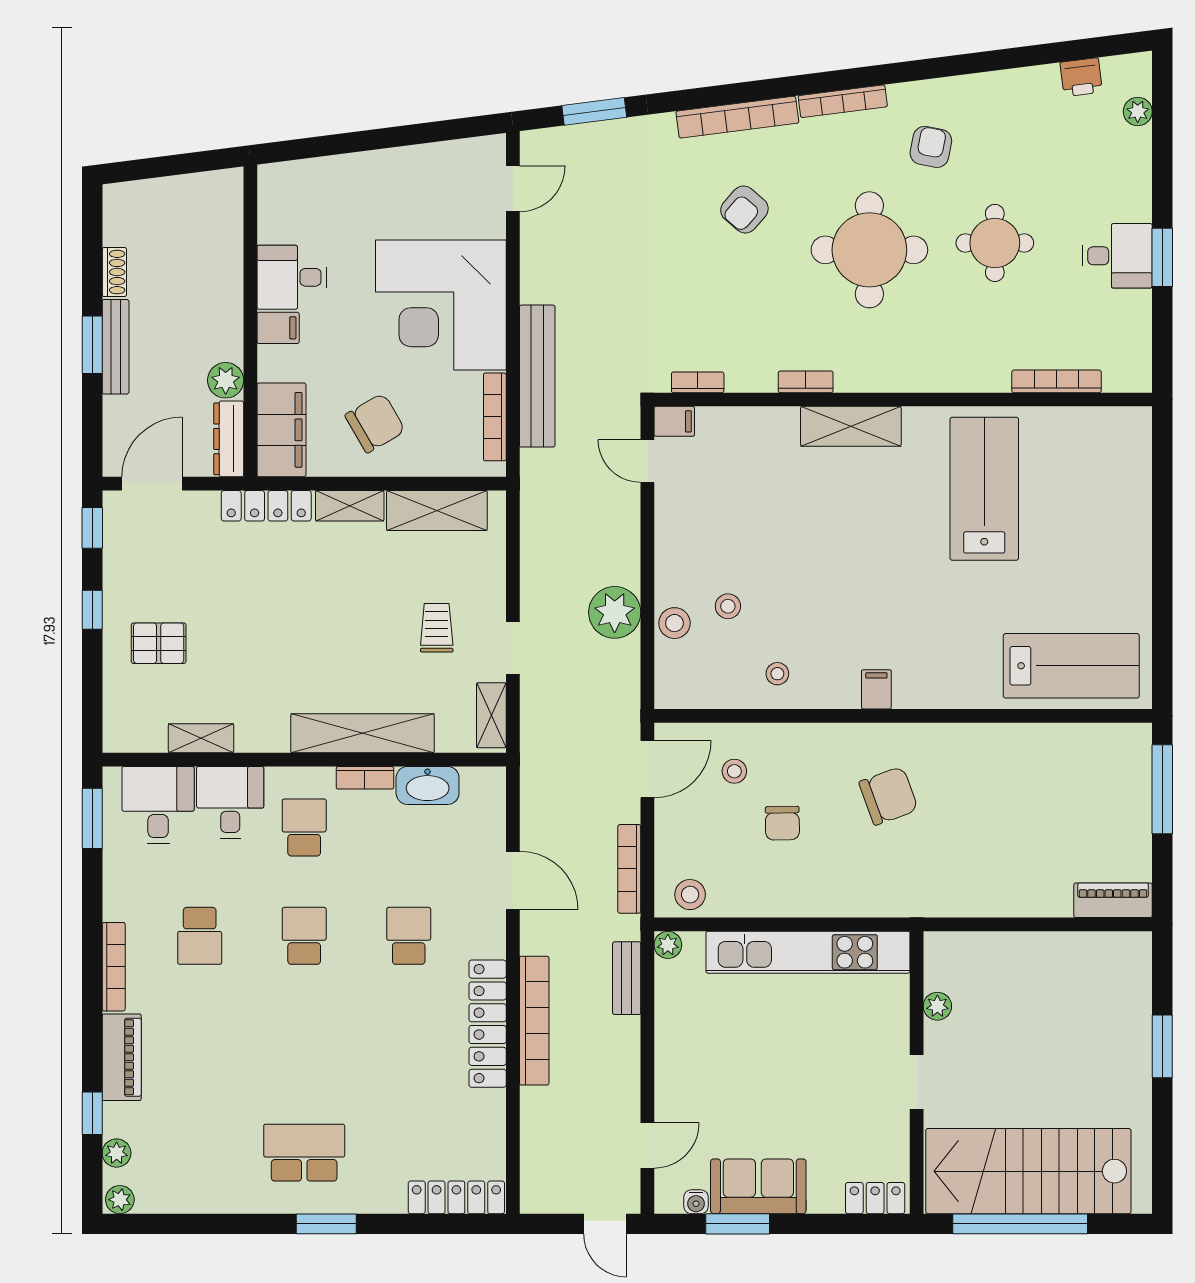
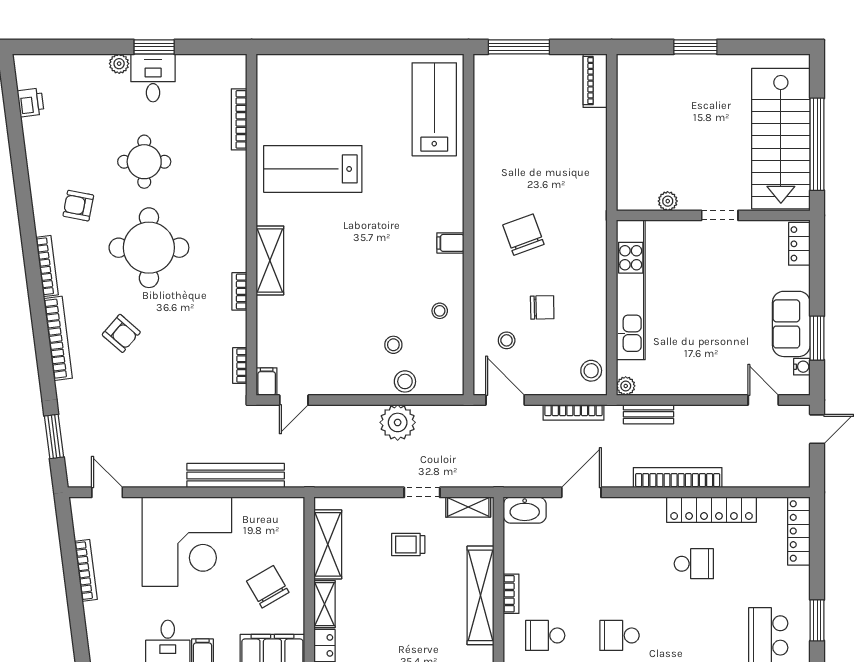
plant: (1138, 112) -> (119, 64), moved
bookcase: (495, 417) -> (86, 570), moved, turned -97
washbasin: (428, 785) -> (525, 510), moved, turned 90
school desk: (409, 936) -> (694, 564), moved, turned 180
locker: (488, 1024) -> (711, 510), moved

